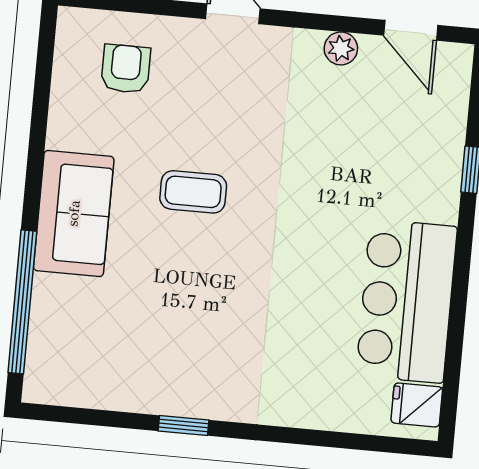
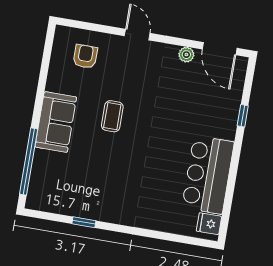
door: (411, 30) -> (220, 49), width x1.38
coffee table: (193, 192) -> (112, 116), turned 90
window: (184, 426) -> (84, 222), moved

